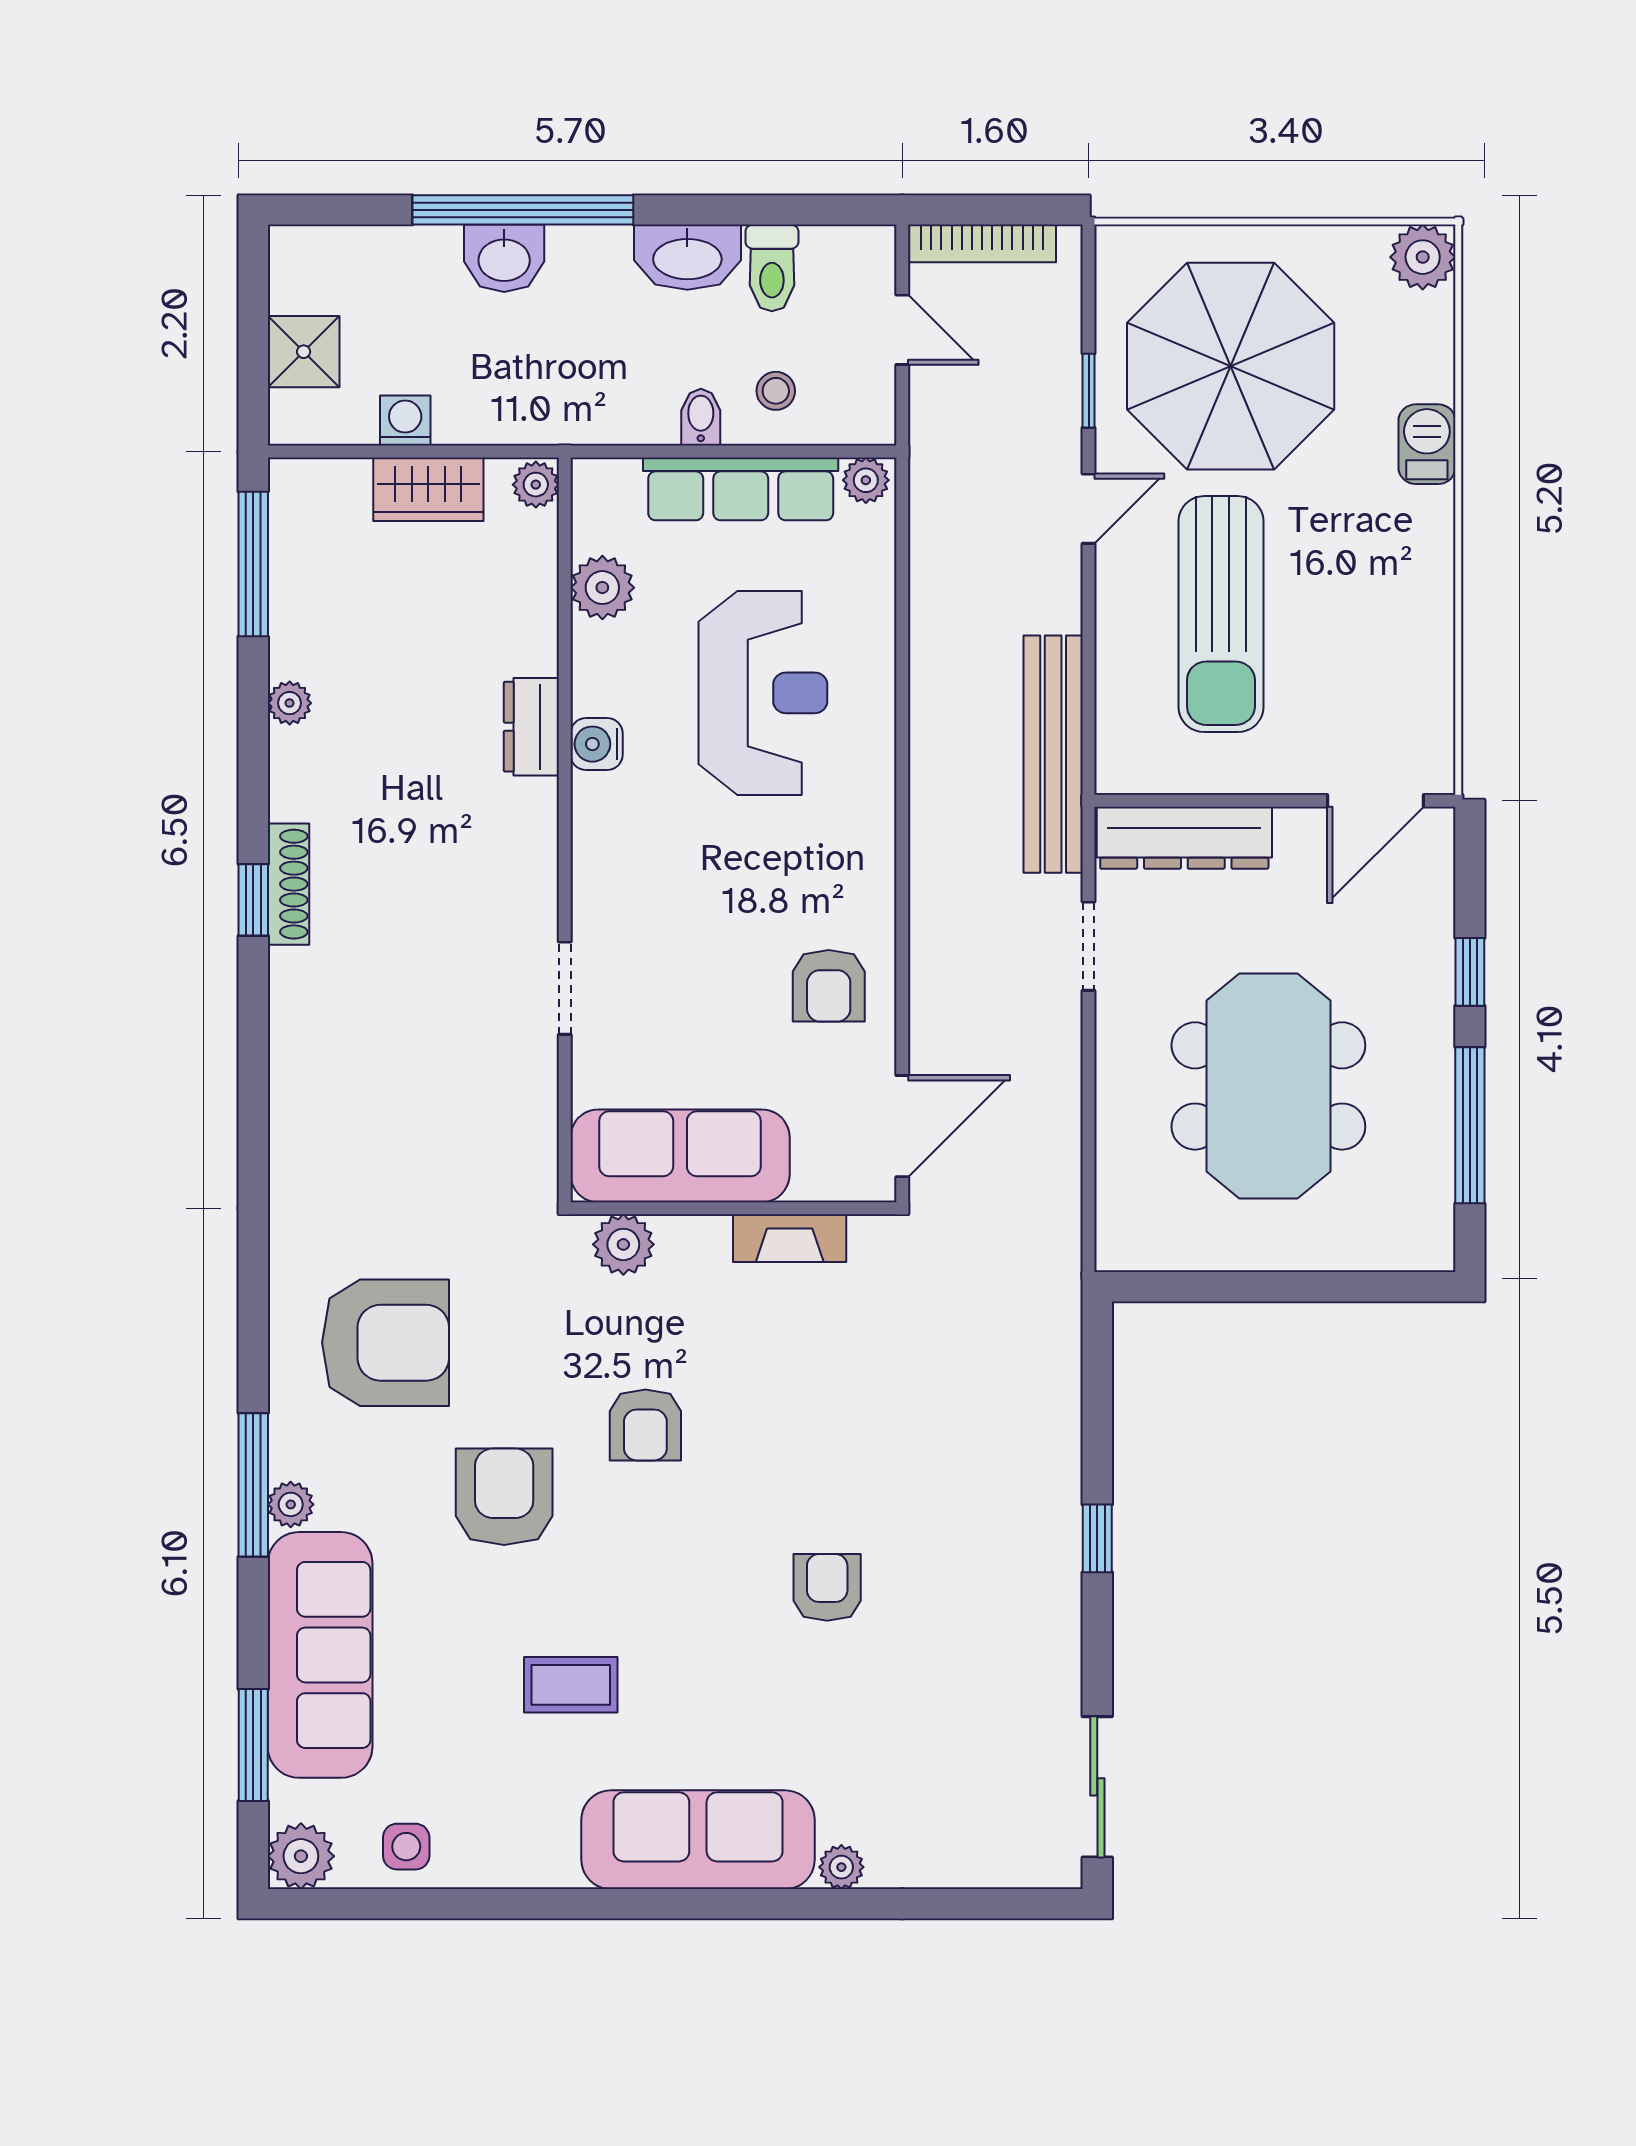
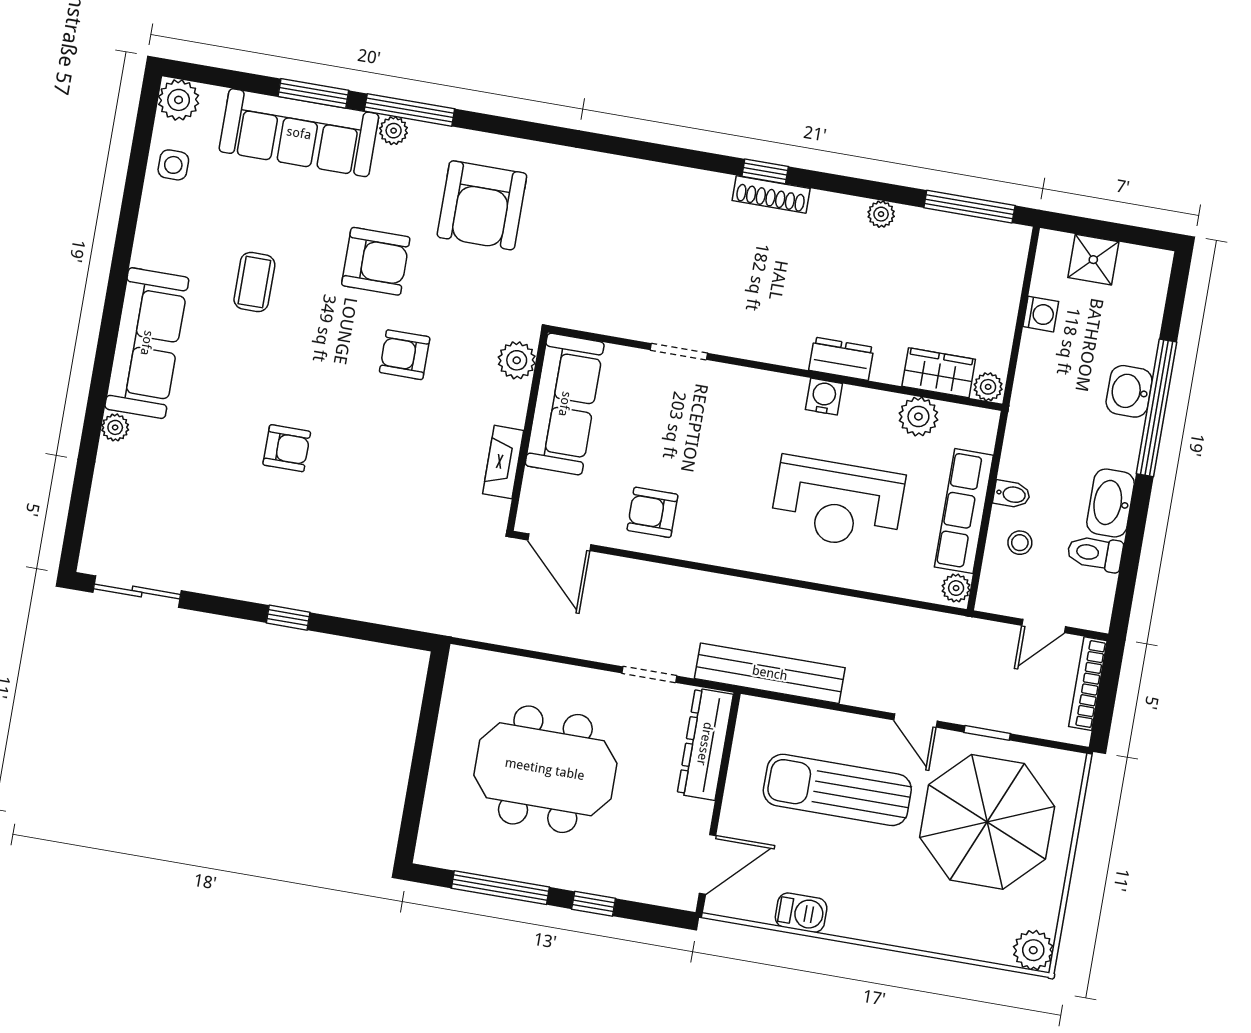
barbecue: (1427, 444) -> (801, 913), moved
wardrobe: (428, 489) -> (939, 373), moved, turned 90
door: (1375, 801) -> (708, 864), swing flipped
window: (253, 1745) -> (313, 93), moved

